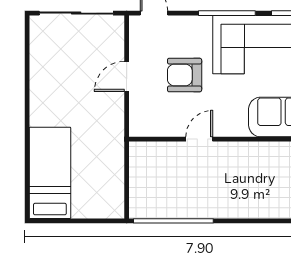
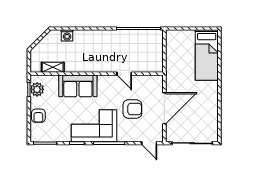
door: (127, 76) -> (164, 108), width x1.88
door: (199, 139) -> (124, 74), hinge flipped

